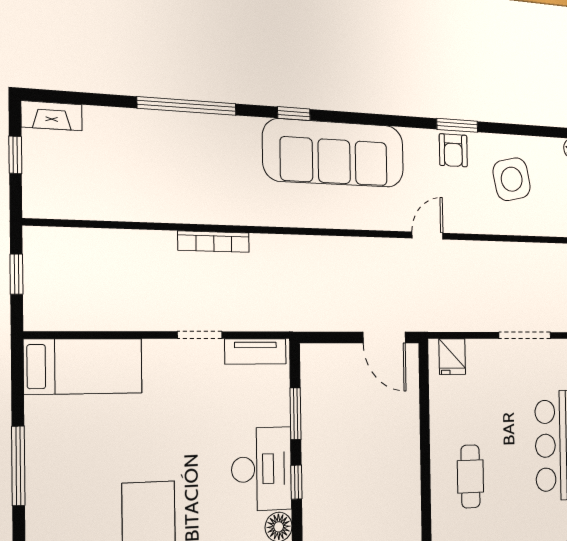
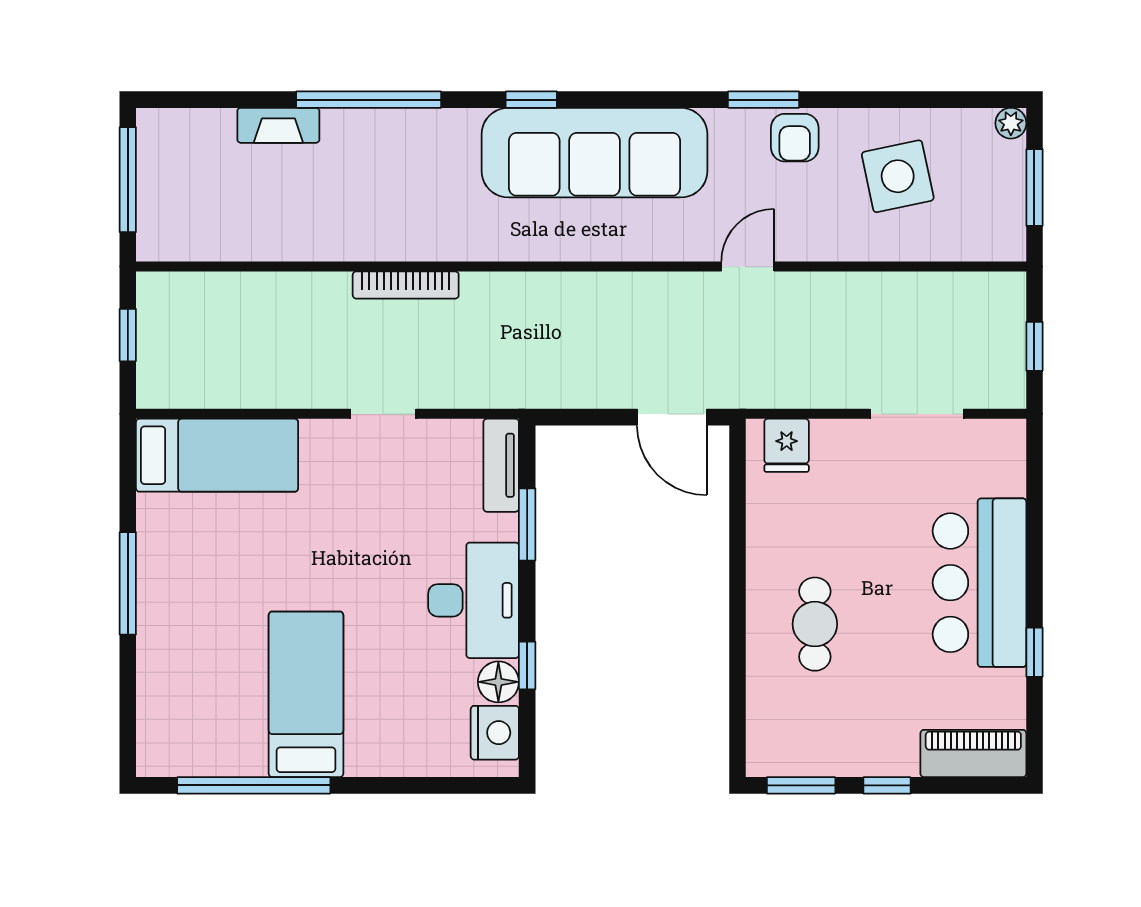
fireplace: (52, 116) -> (278, 125), moved
window: (457, 125) -> (764, 100), moved
window: (15, 155) -> (128, 180), width x2.17
tv unit: (255, 351) -> (501, 465), moved, turned 90
window: (296, 482) -> (527, 665), moved

